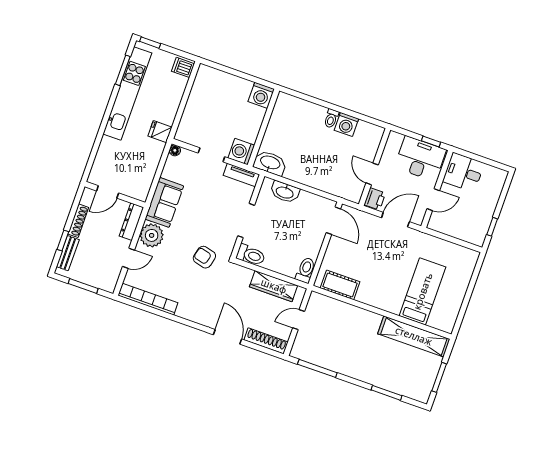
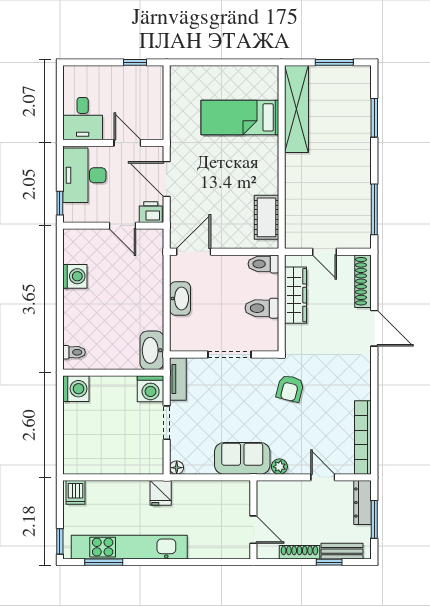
toilet: (331, 118) -> (74, 352), moved
window: (431, 141) -> (60, 203), moved
door: (372, 174) -> (122, 226), hinge flipped
washbasin: (285, 192) -> (180, 299), moved
dresser: (131, 222) -> (363, 503), moved, turned 90
plant: (152, 235) -> (279, 467), width x0.53, depth x0.53
toilet: (251, 255) -> (262, 308), moved, turned -90
door: (227, 337) -> (374, 328), swing flipped

